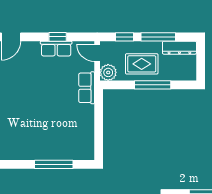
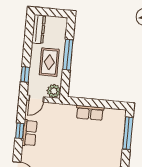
window: (158, 37) -> (28, 46), removed
row of seats: (87, 88) -> (90, 113), moved
window: (54, 164) -> (128, 133), moved

